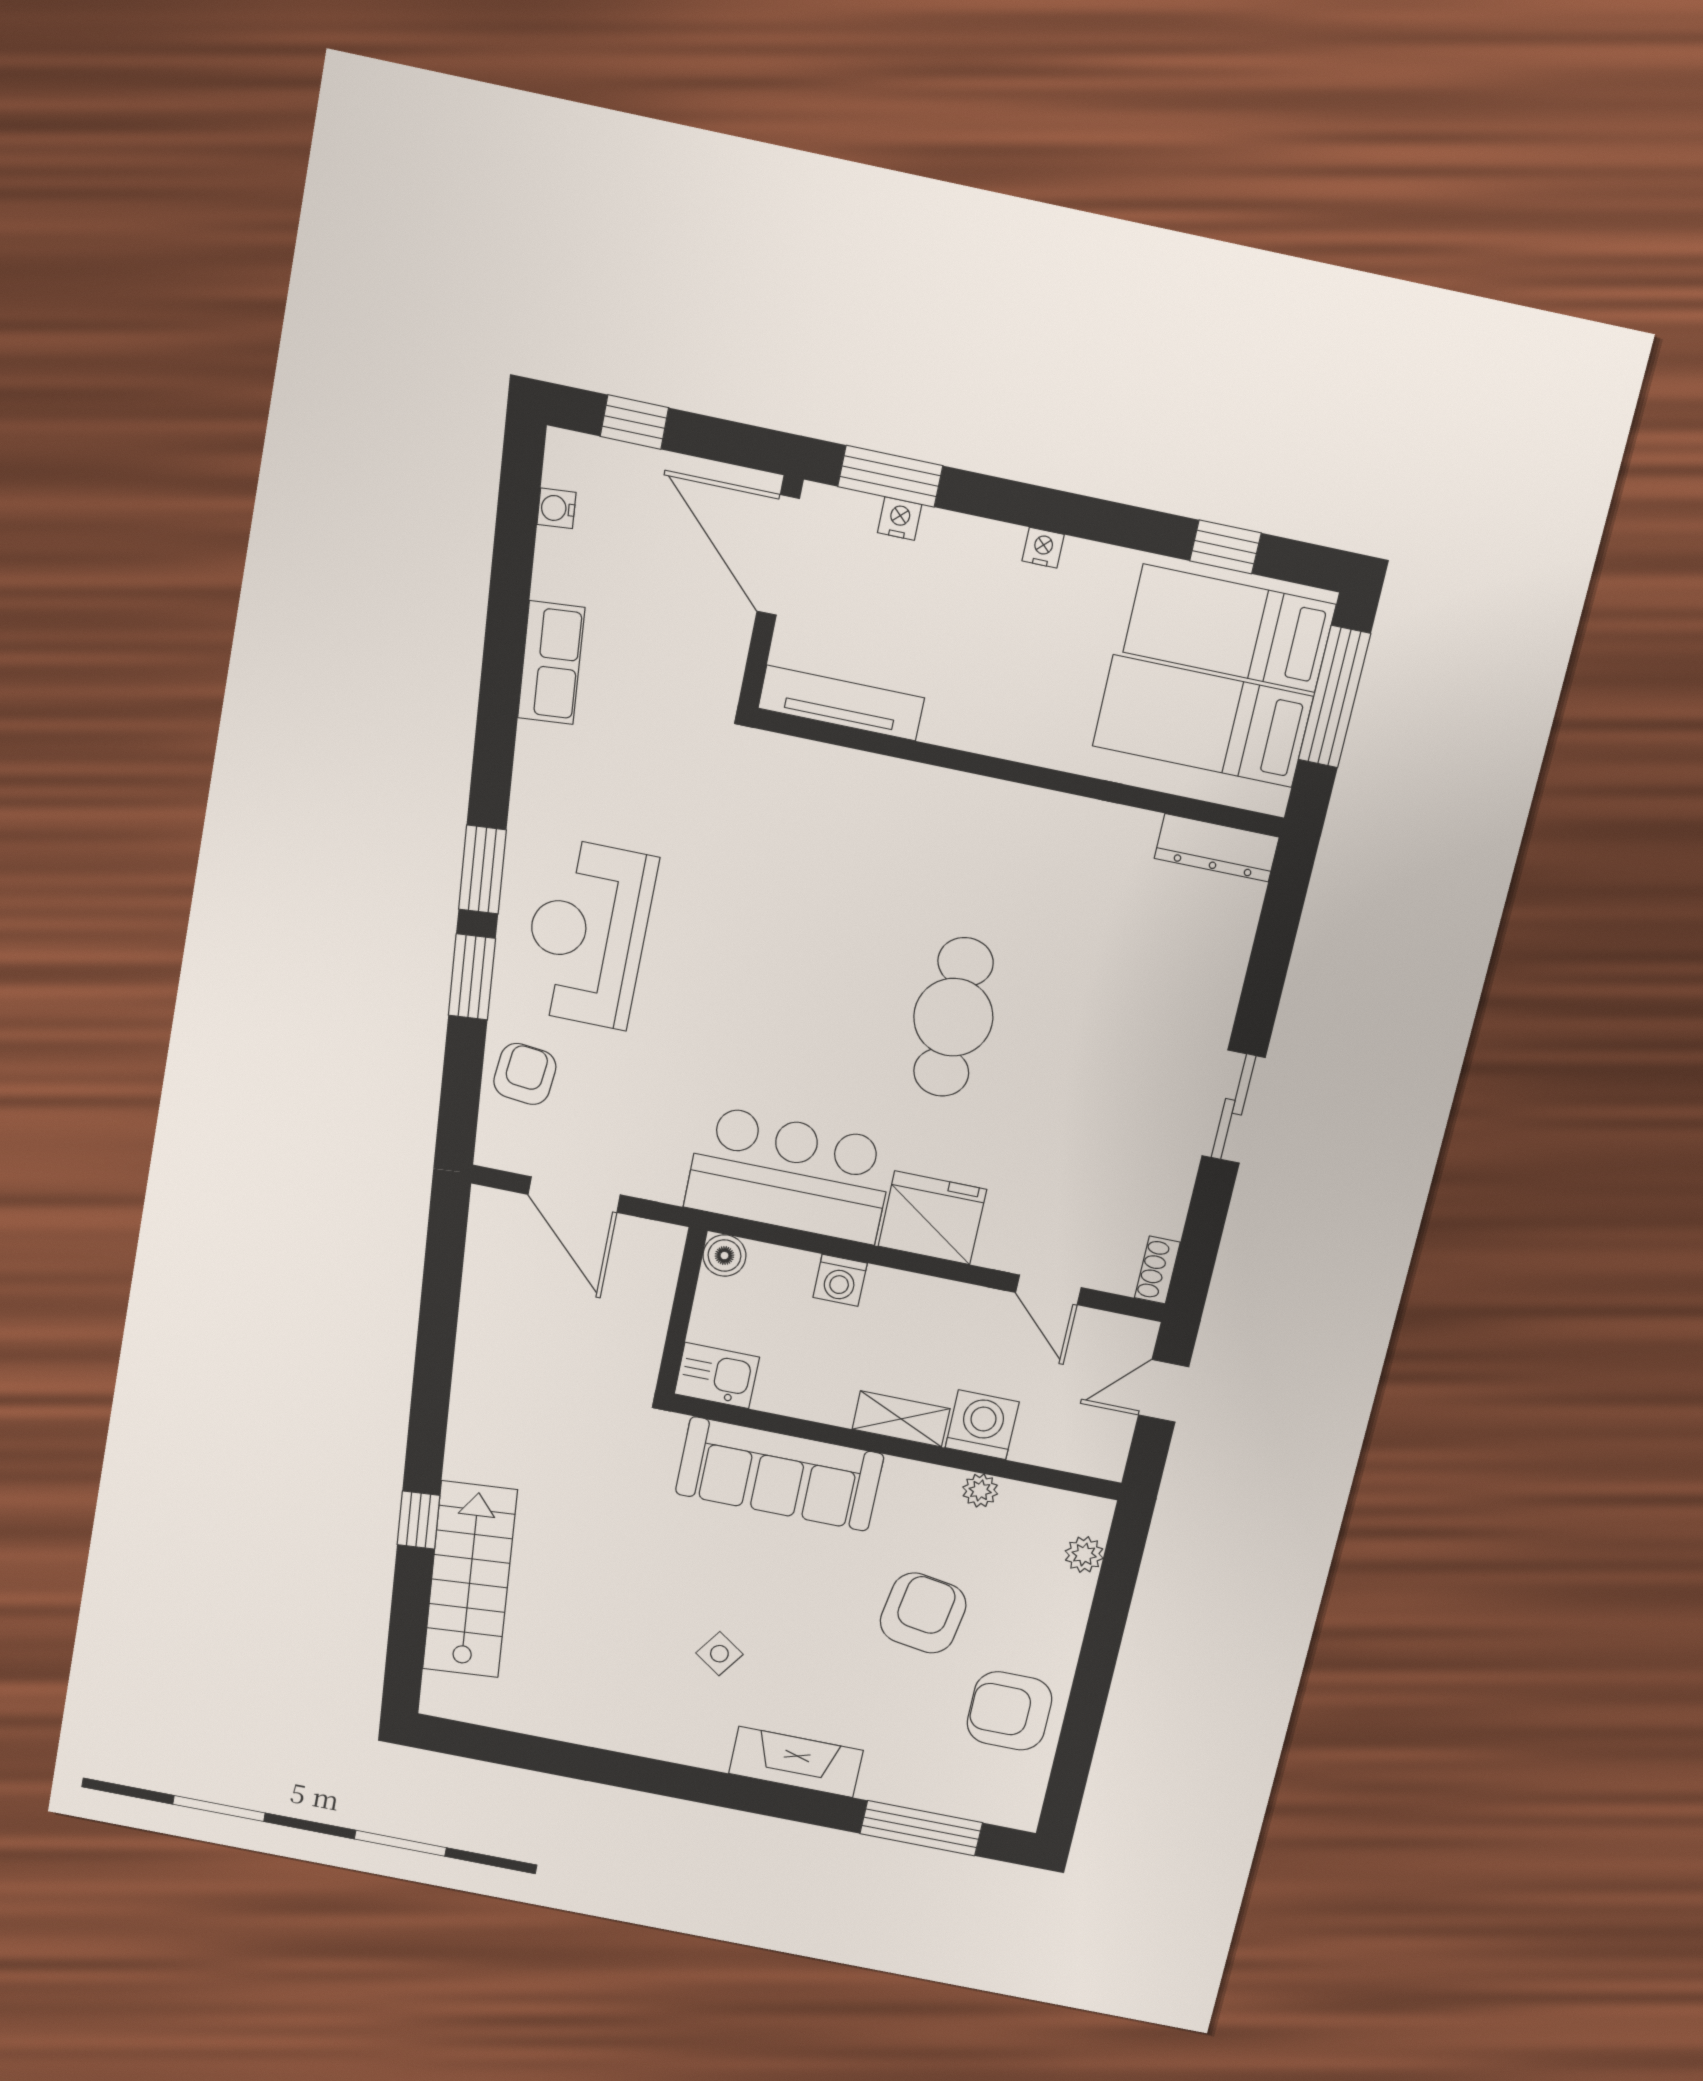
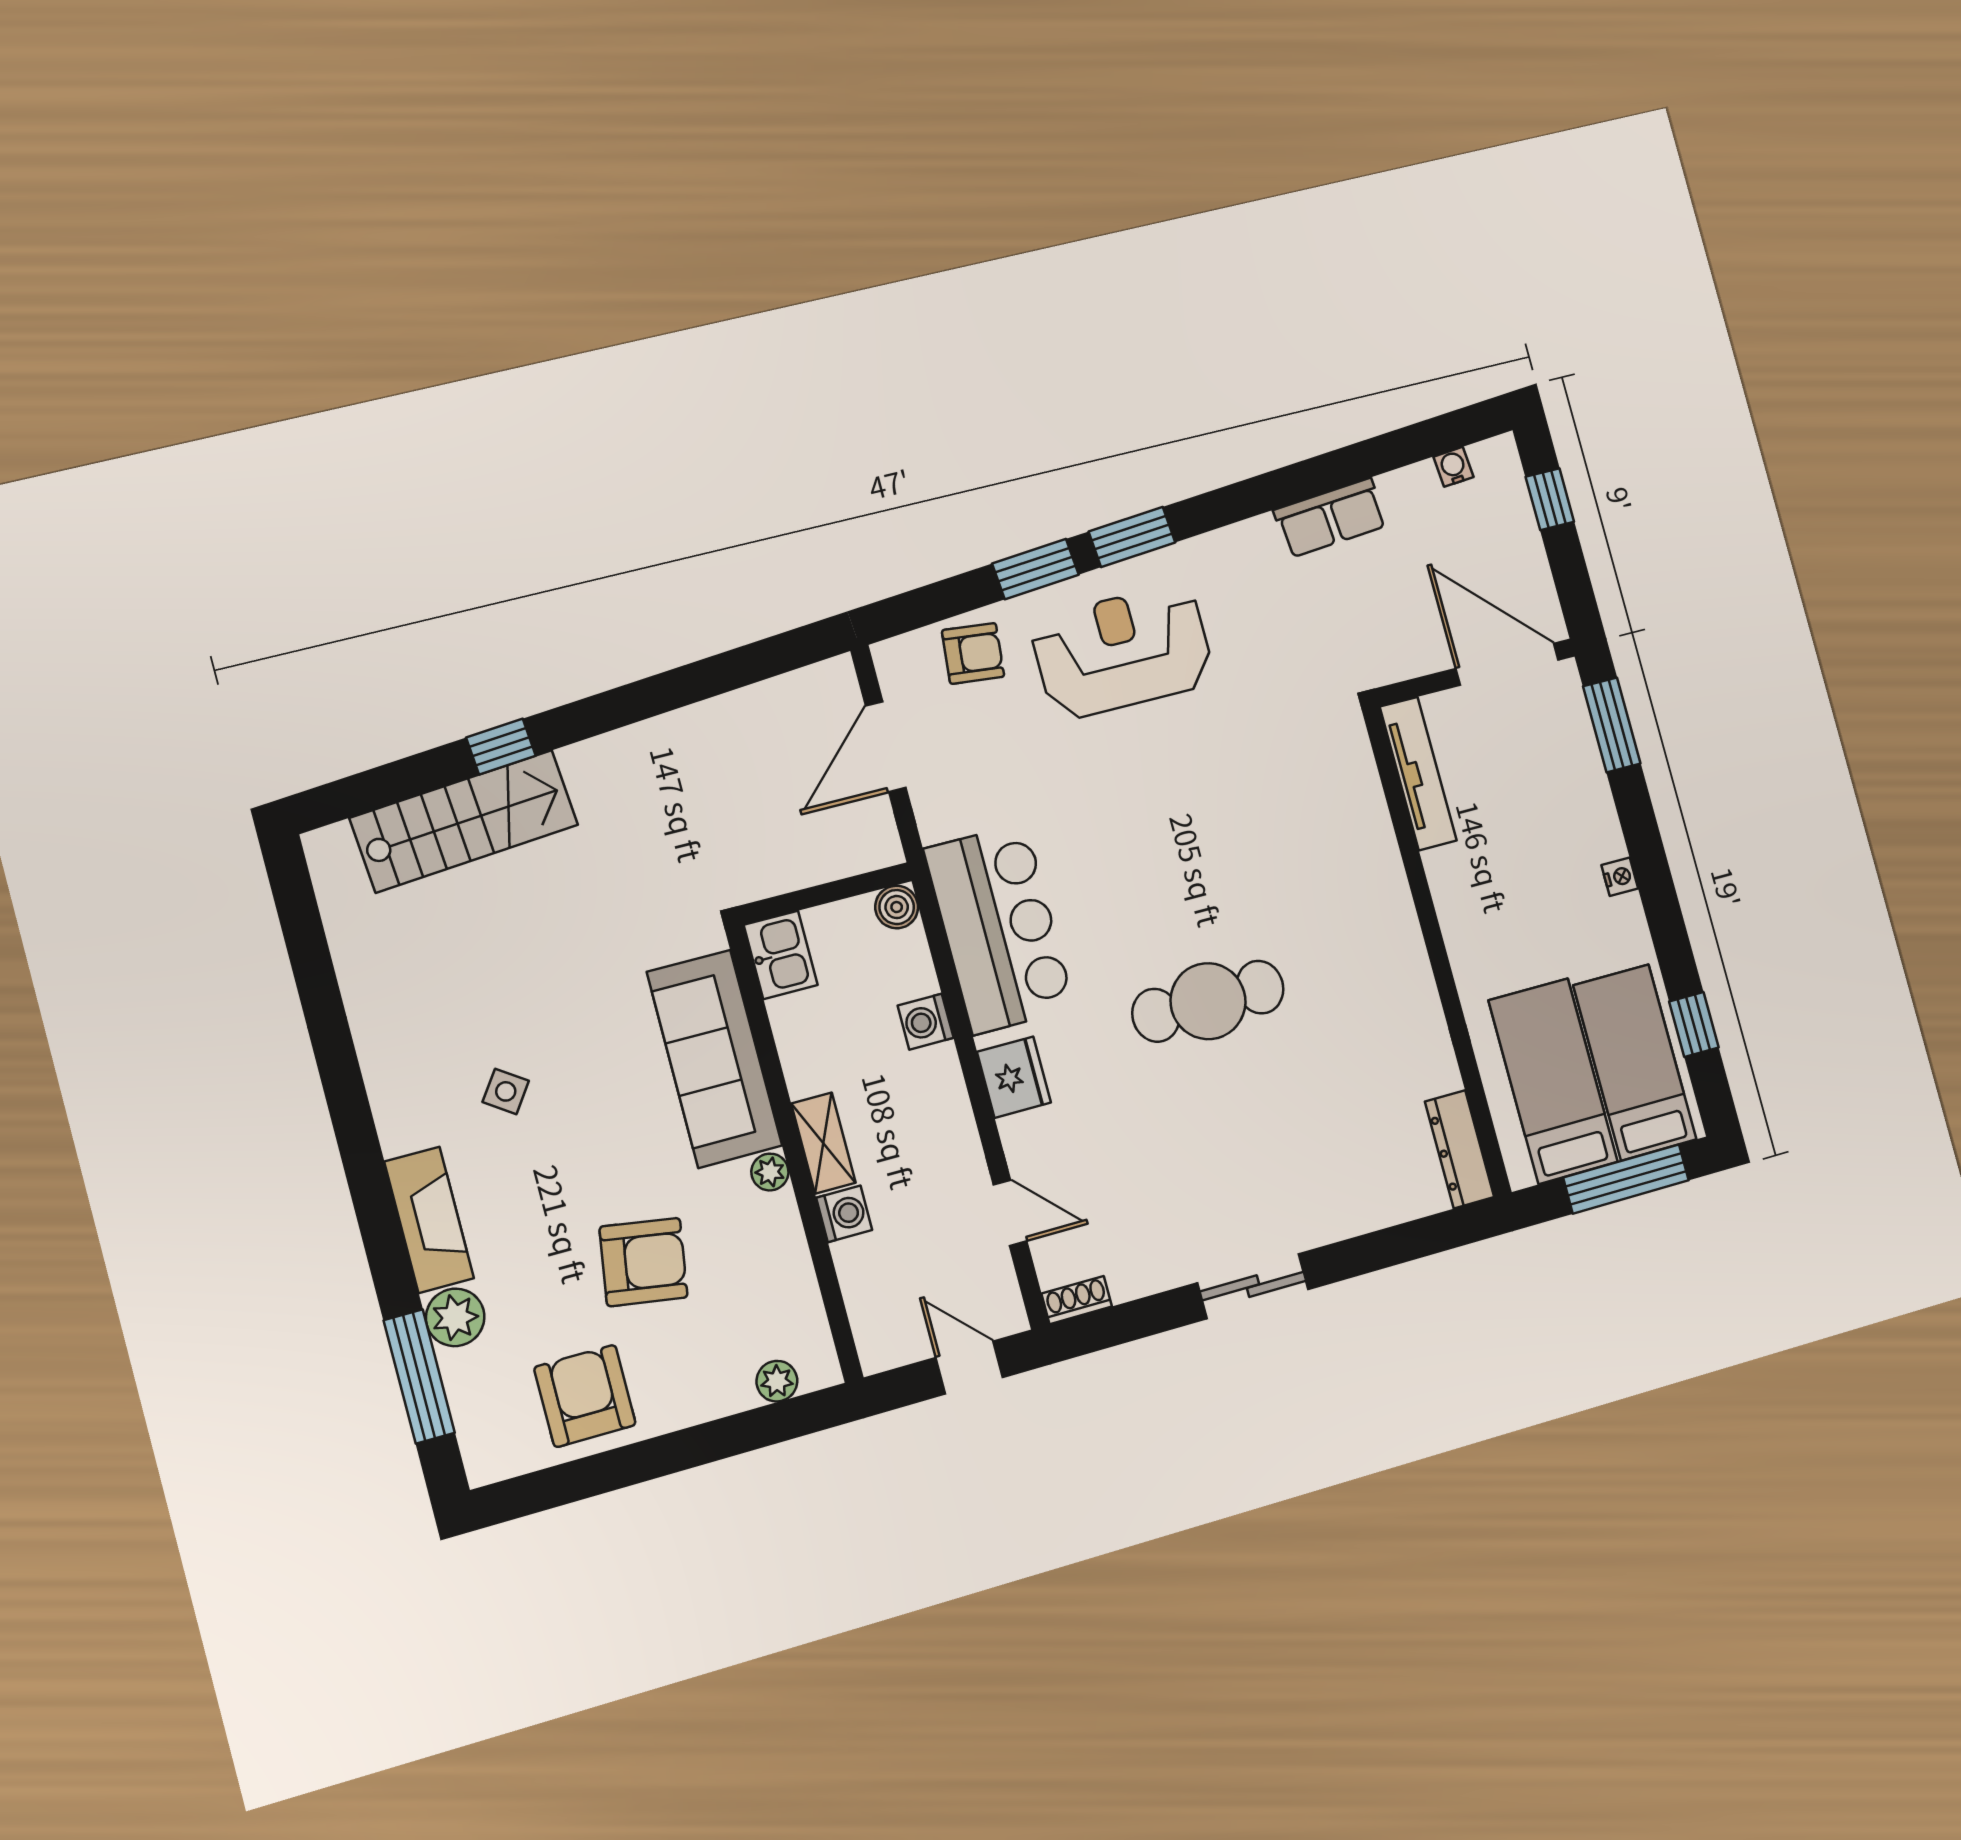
nightstand: (900, 518) -> (1584, 749), removed
door: (778, 555) -> (1507, 664), hinge flipped
fridge: (932, 1218) -> (1014, 1077), width x0.73, depth x0.75
door: (1048, 1290) -> (1010, 1213), swing flipped
washing machine: (982, 1425) -> (844, 1214), width x0.73, depth x0.73
plant: (980, 1490) -> (770, 1172), moved
plant: (888, 1779) -> (455, 1317), added

